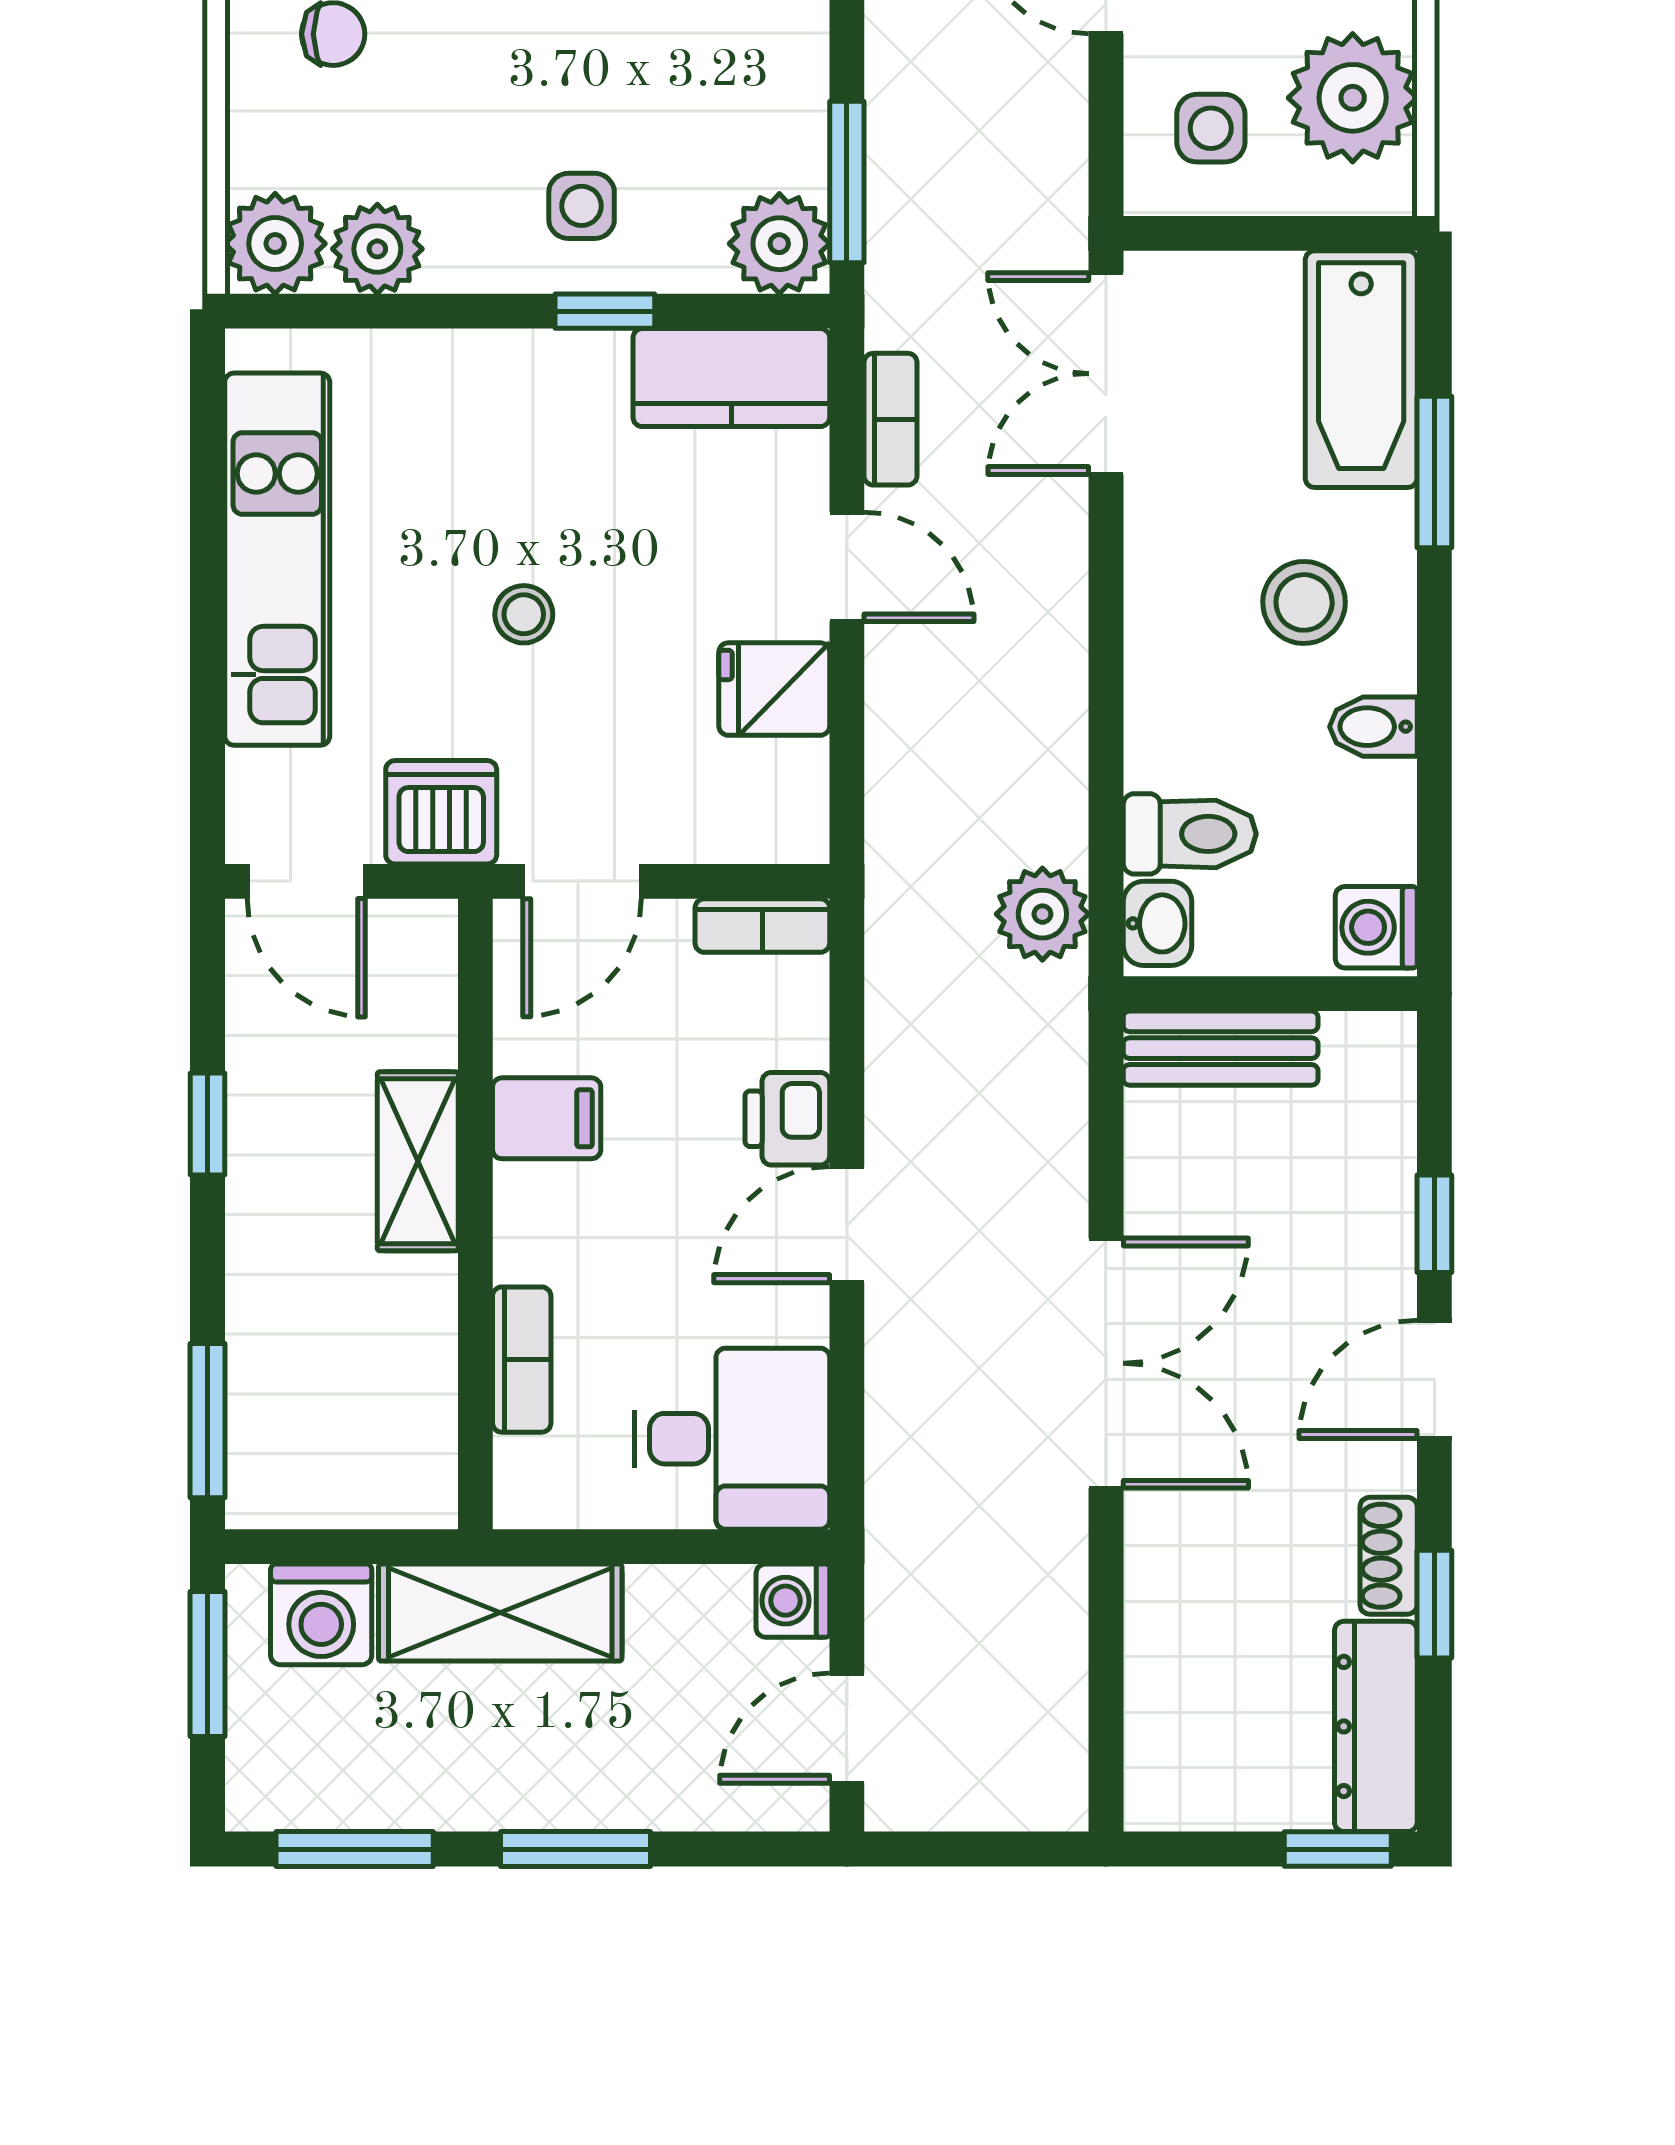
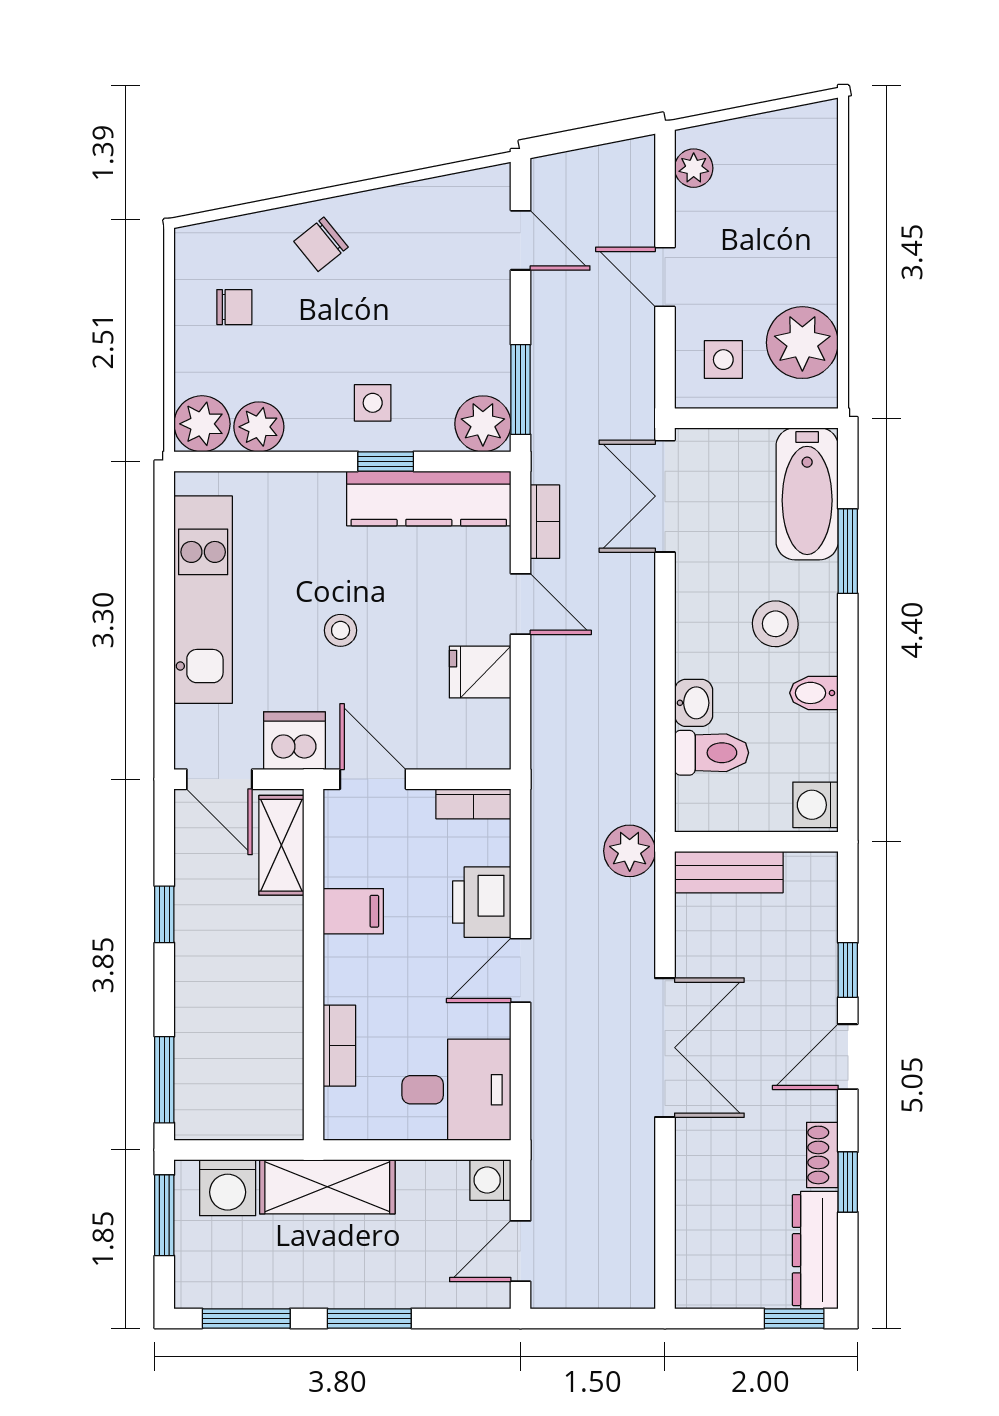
kitchen counter: (731, 378) -> (429, 498), width x1.50
door: (582, 881) -> (373, 779), swing flipped
plant: (1042, 914) -> (630, 851), moved
washbasin: (1157, 923) -> (694, 703), moved
printer: (787, 1119) -> (482, 902), width x1.36, depth x1.24
shelving: (418, 1161) -> (281, 845), moved

